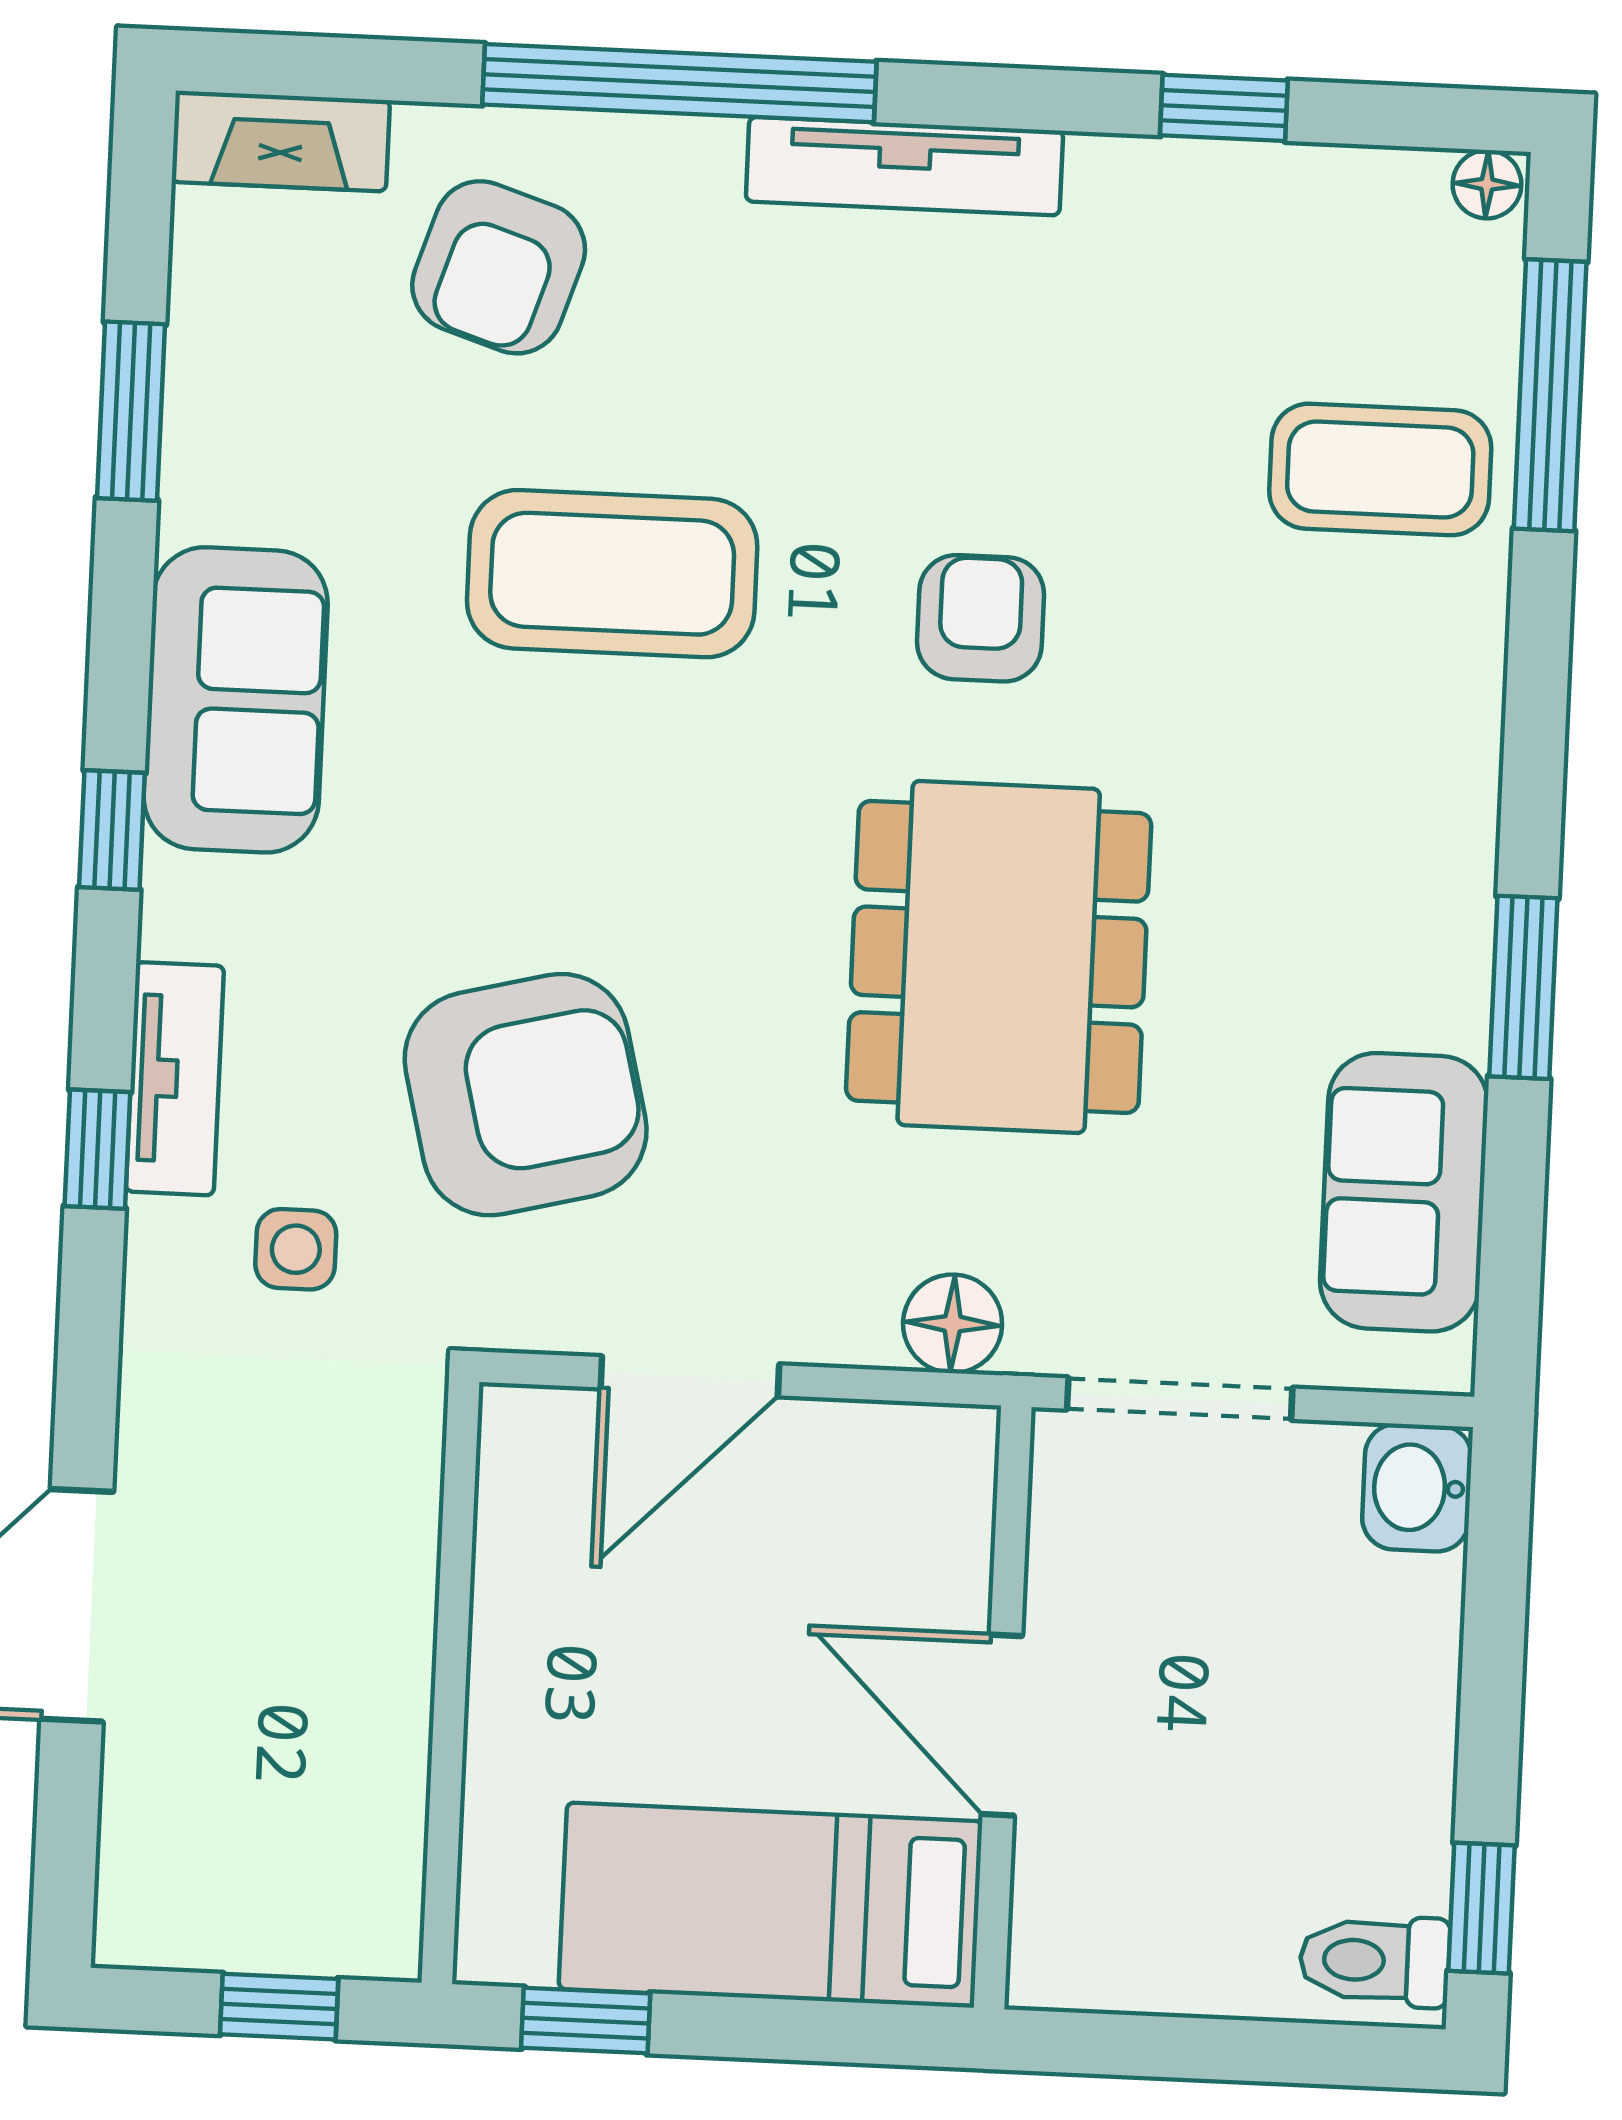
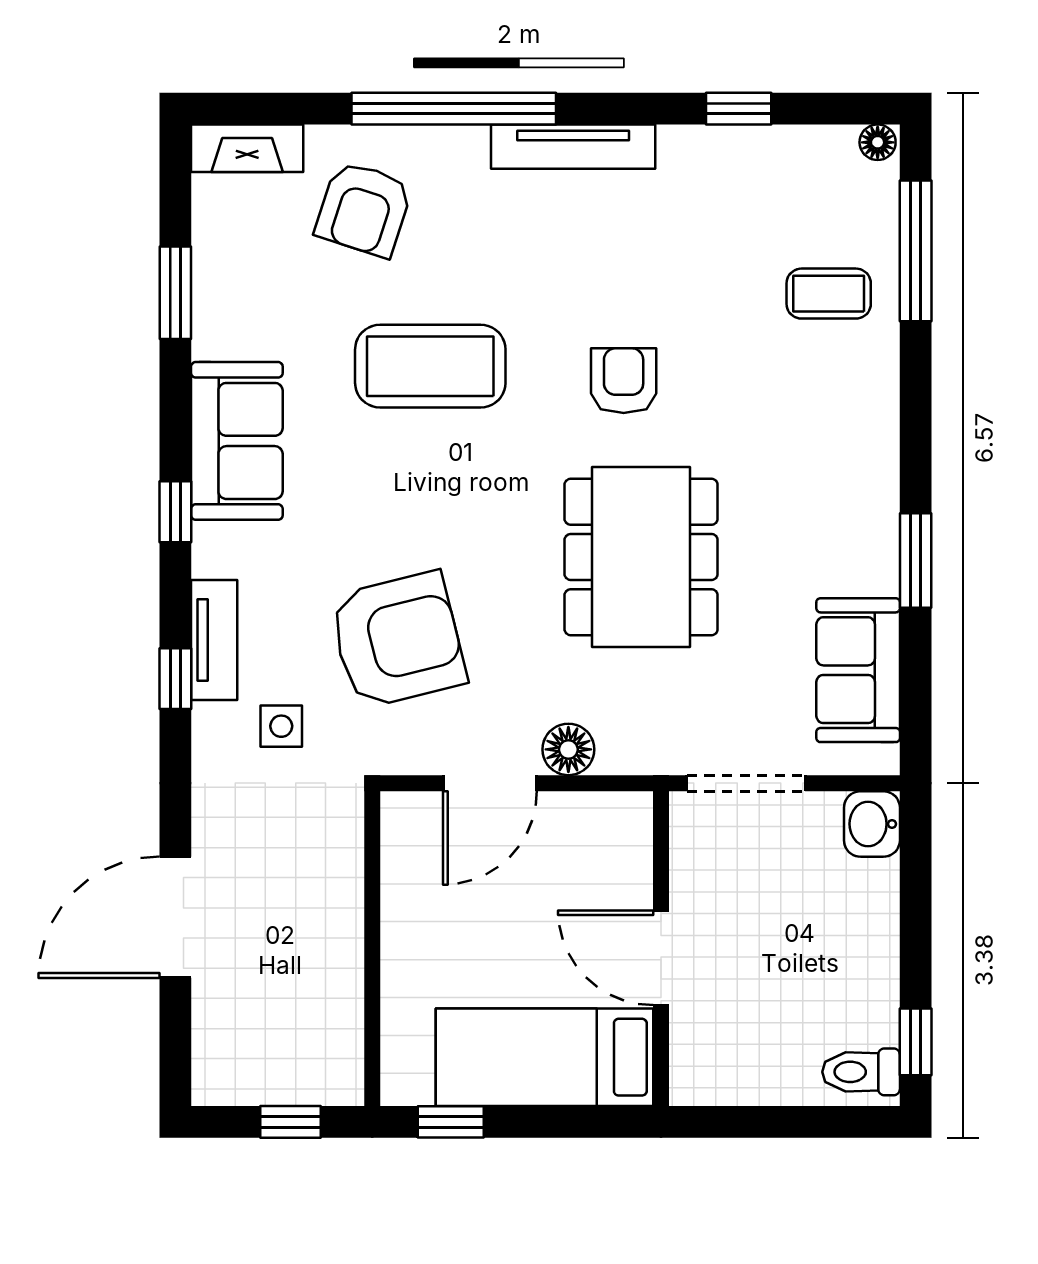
coffee table: (1380, 469) -> (829, 294), width x0.73, depth x0.77
floor lamp: (953, 1324) -> (568, 749), moved

